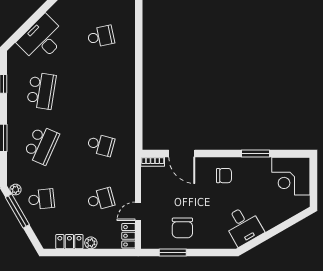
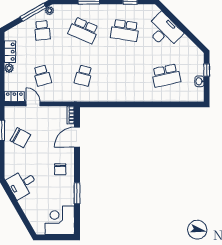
school desk: (101, 36) -> (166, 76), width x1.85
chair: (182, 228) -> (20, 138), turned -151

